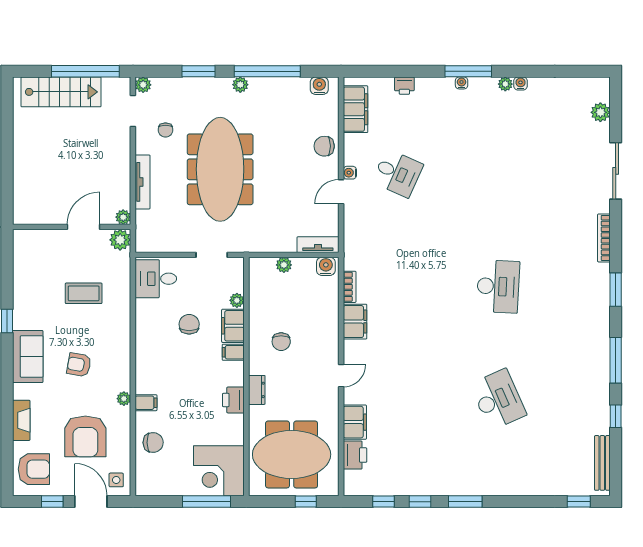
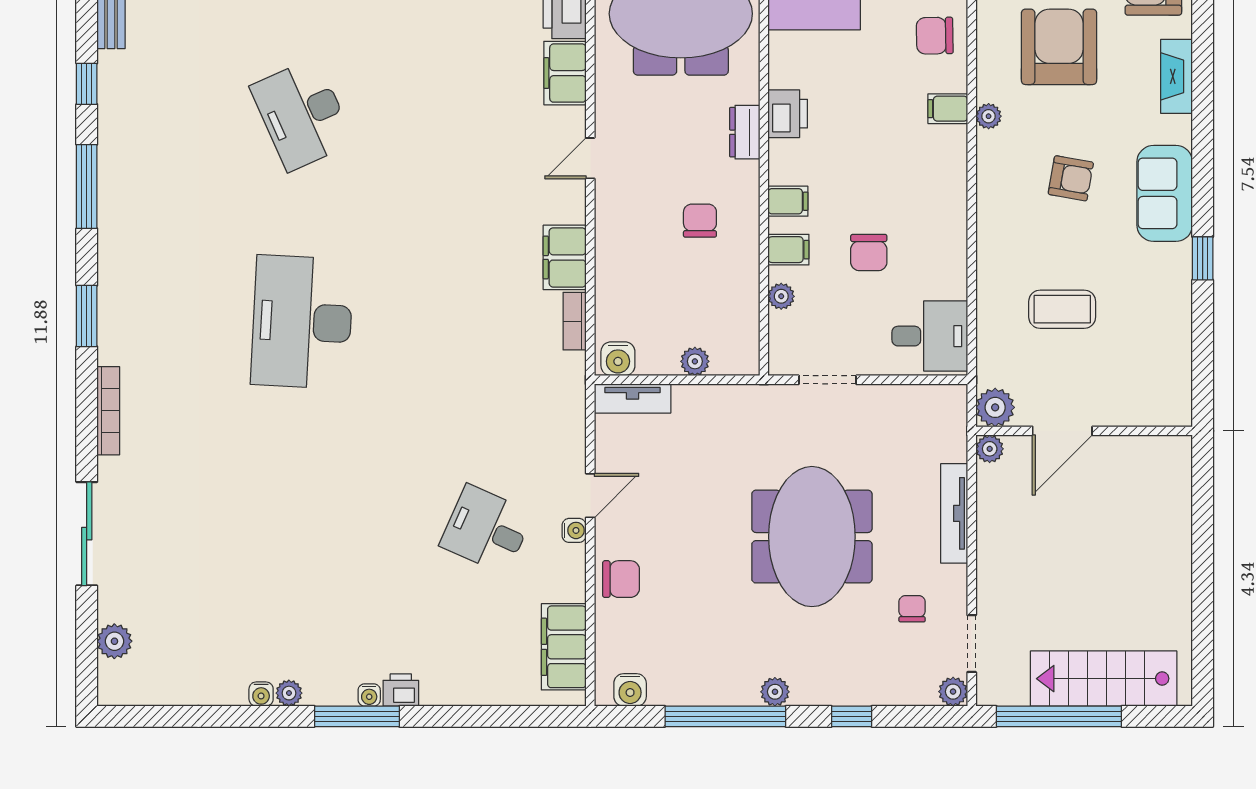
window: (198, 71) -> (852, 716), width x0.67
printer: (404, 86) -> (401, 690), moved
meeting table: (220, 169) -> (812, 537), width x0.73
desk: (498, 286) -> (302, 322), width x1.36, depth x1.30
filing cabinet: (233, 326) -> (788, 250), width x0.50

